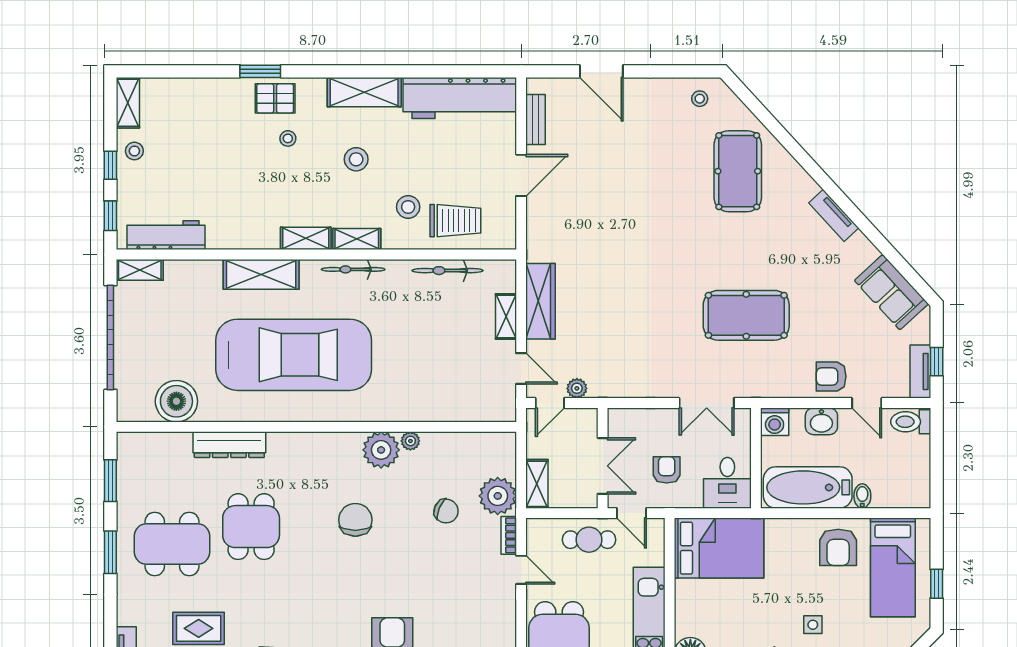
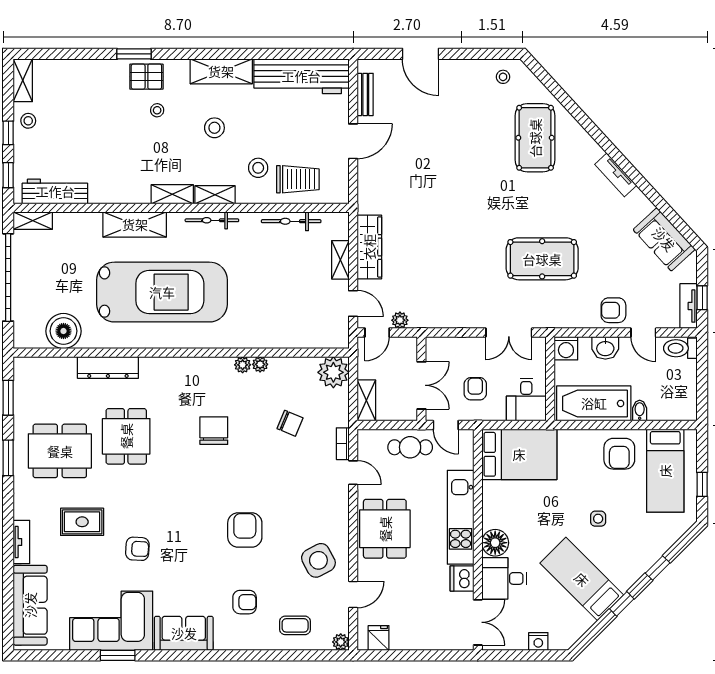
plant: (381, 450) -> (243, 365), width x0.53, depth x0.53
plant: (498, 496) -> (333, 372), moved

